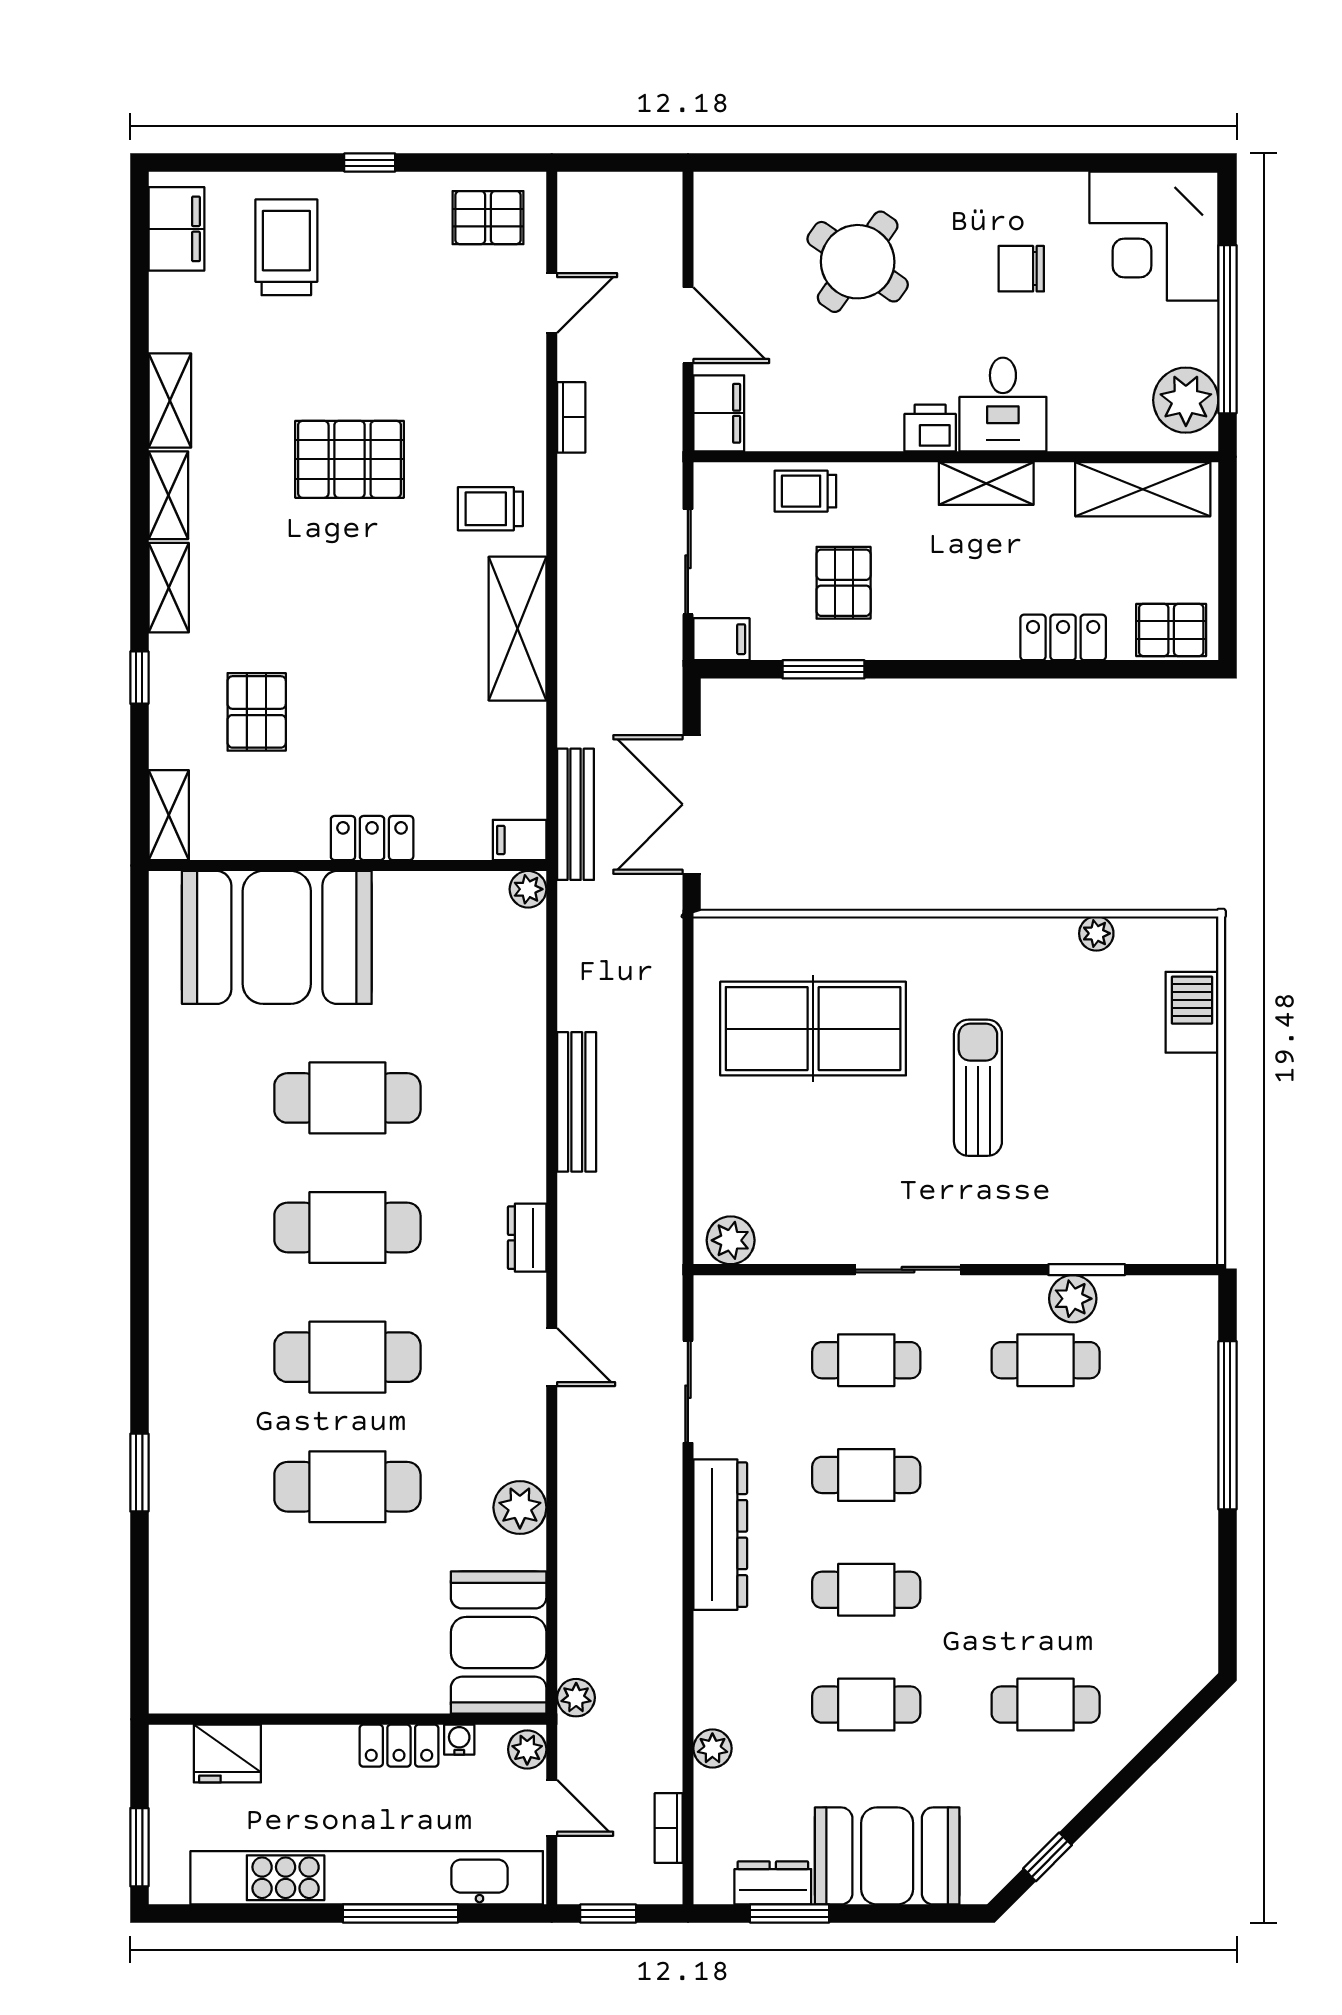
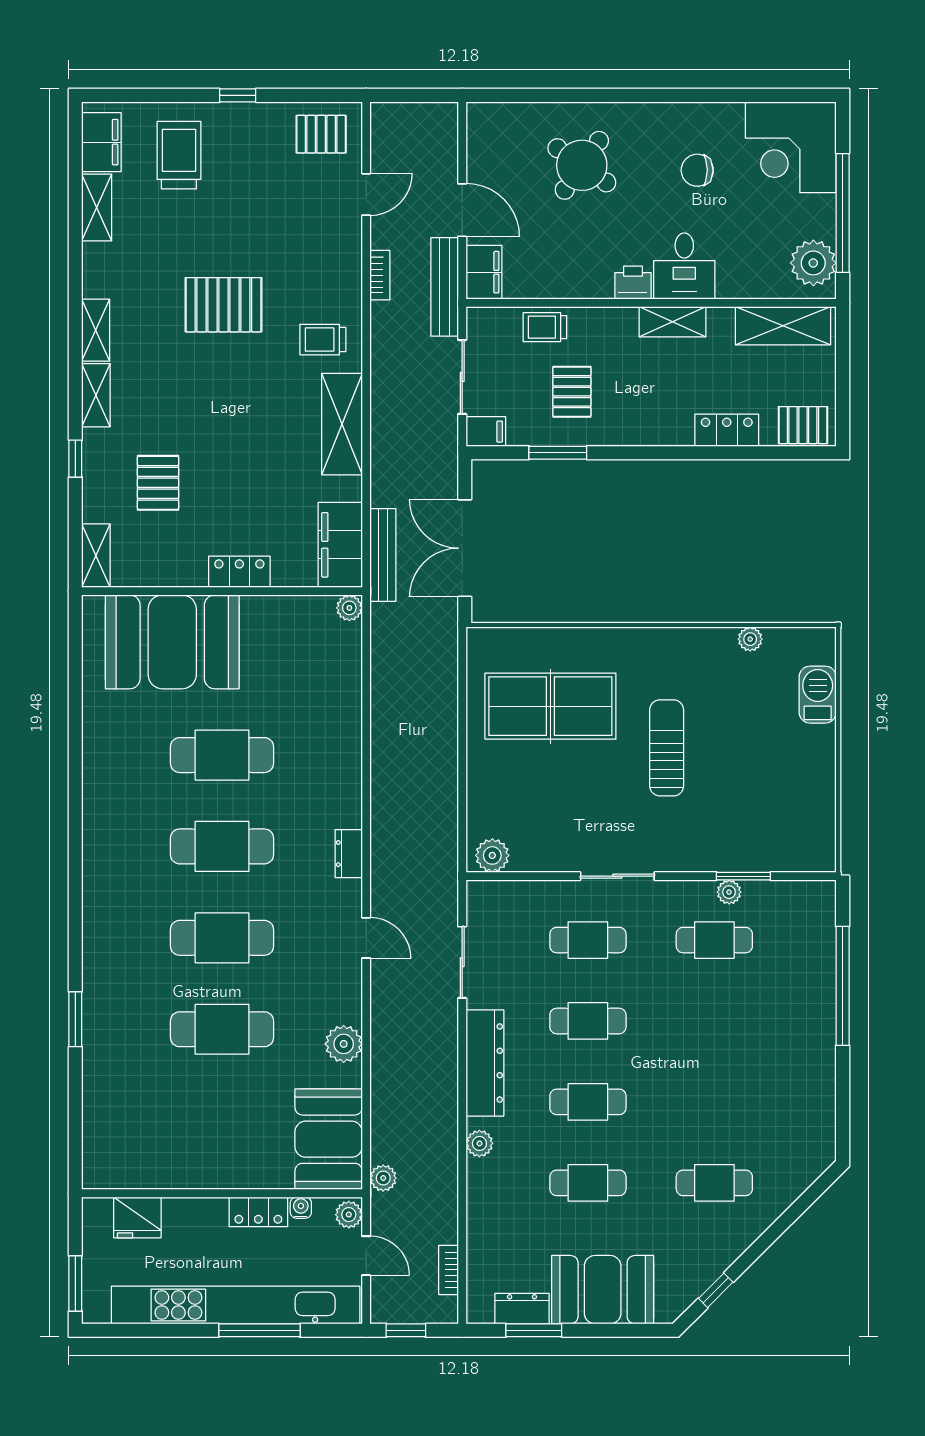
shelving: (170, 401) -> (97, 208), moved
filing cabinet: (520, 840) -> (340, 545), width x3.00, depth x1.17
bench: (577, 1102) -> (445, 287), moved
plant: (1073, 1299) -> (729, 892), width x0.73, depth x0.73
plant: (712, 1748) -> (479, 1143), moved

